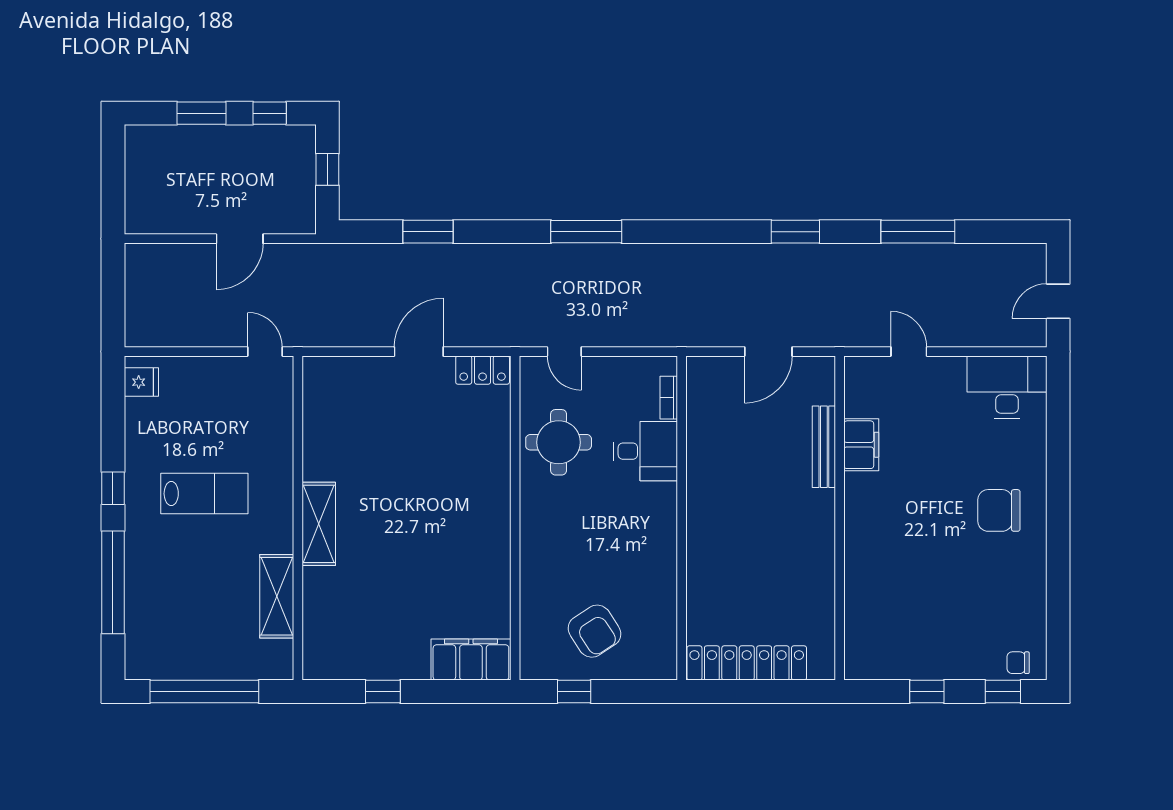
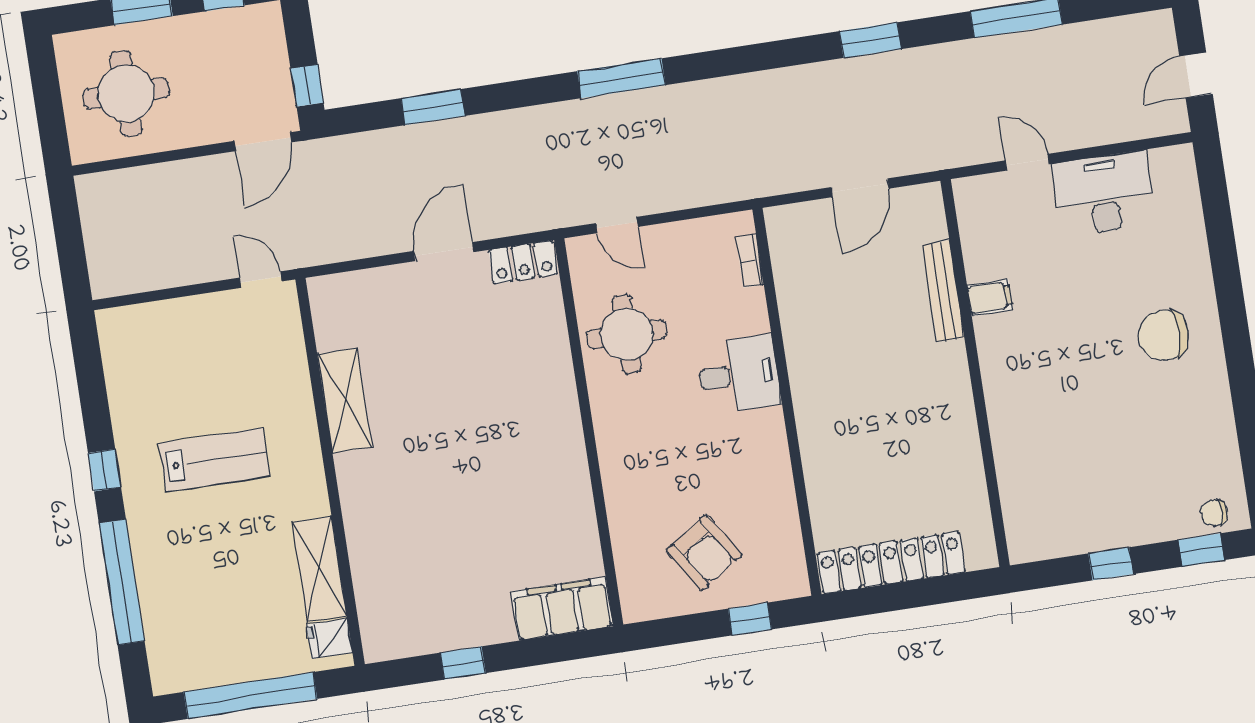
window: (327, 169) -> (307, 86), moved
round table: (178, 182) -> (126, 94), added
door: (240, 239) -> (263, 142), moved
fridge: (141, 382) -> (330, 639), moved, turned 180
desk: (1007, 387) -> (1104, 194), moved
filing cabinet: (861, 445) -> (990, 297), width x0.50
desk: (645, 451) -> (738, 375), moved
shelving: (319, 524) -> (345, 400), moved
window: (574, 692) -> (750, 619), moved

